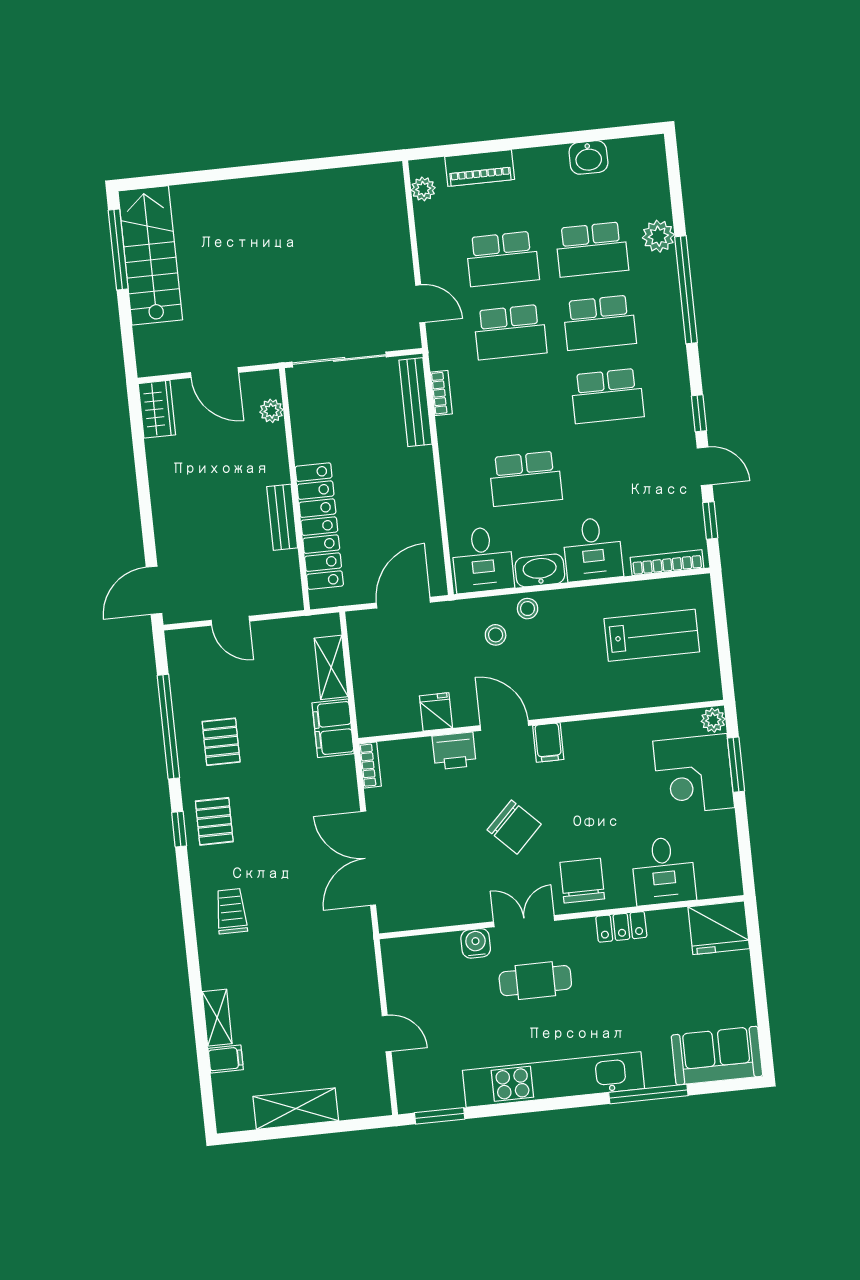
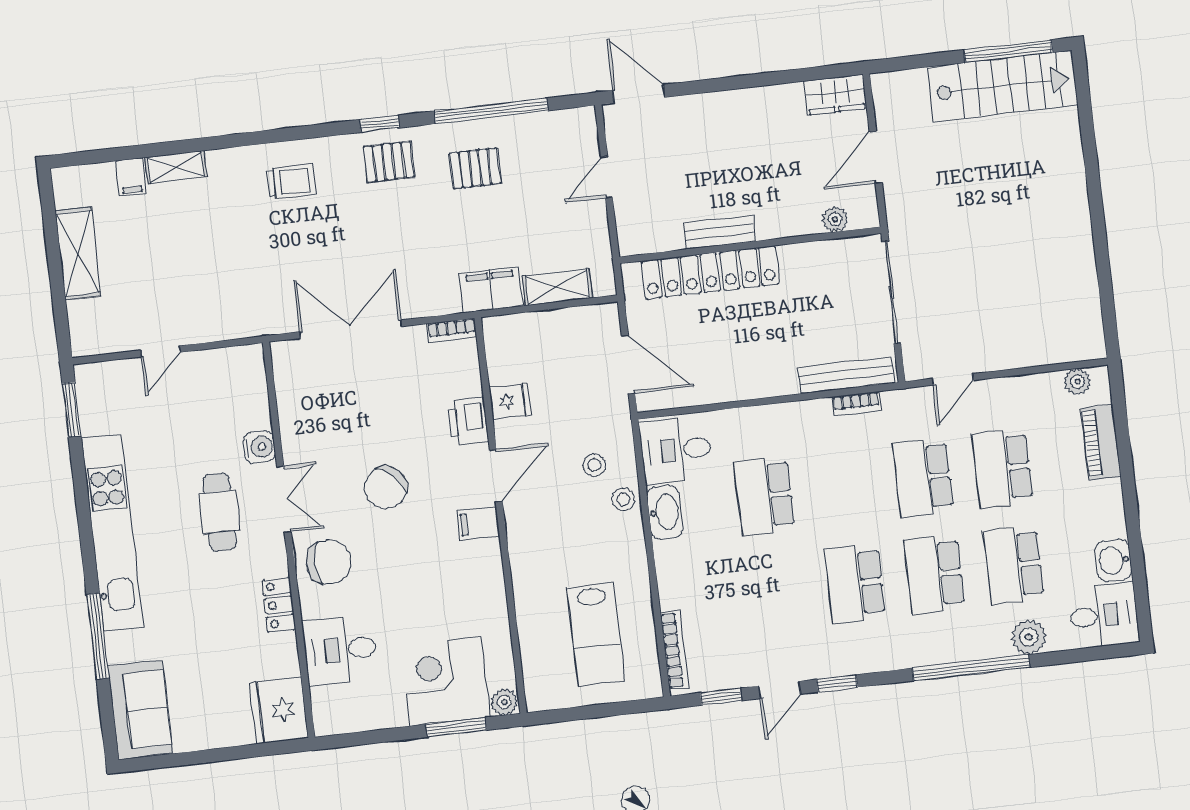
desk: (593, 549) -> (1104, 615), moved, turned 180

